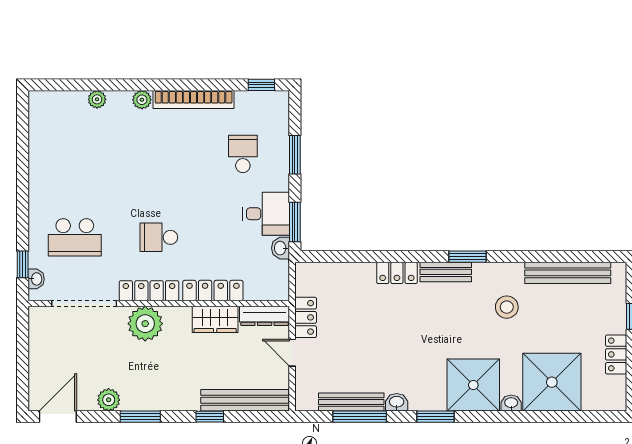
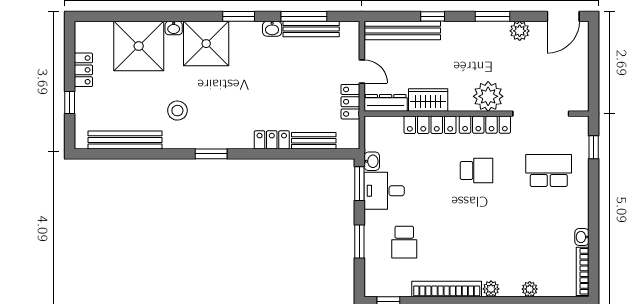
bookcase: (35, 120) -> (583, 271), added
bench: (446, 272) -> (314, 141), moved
washbasin: (36, 279) -> (582, 237), moved

